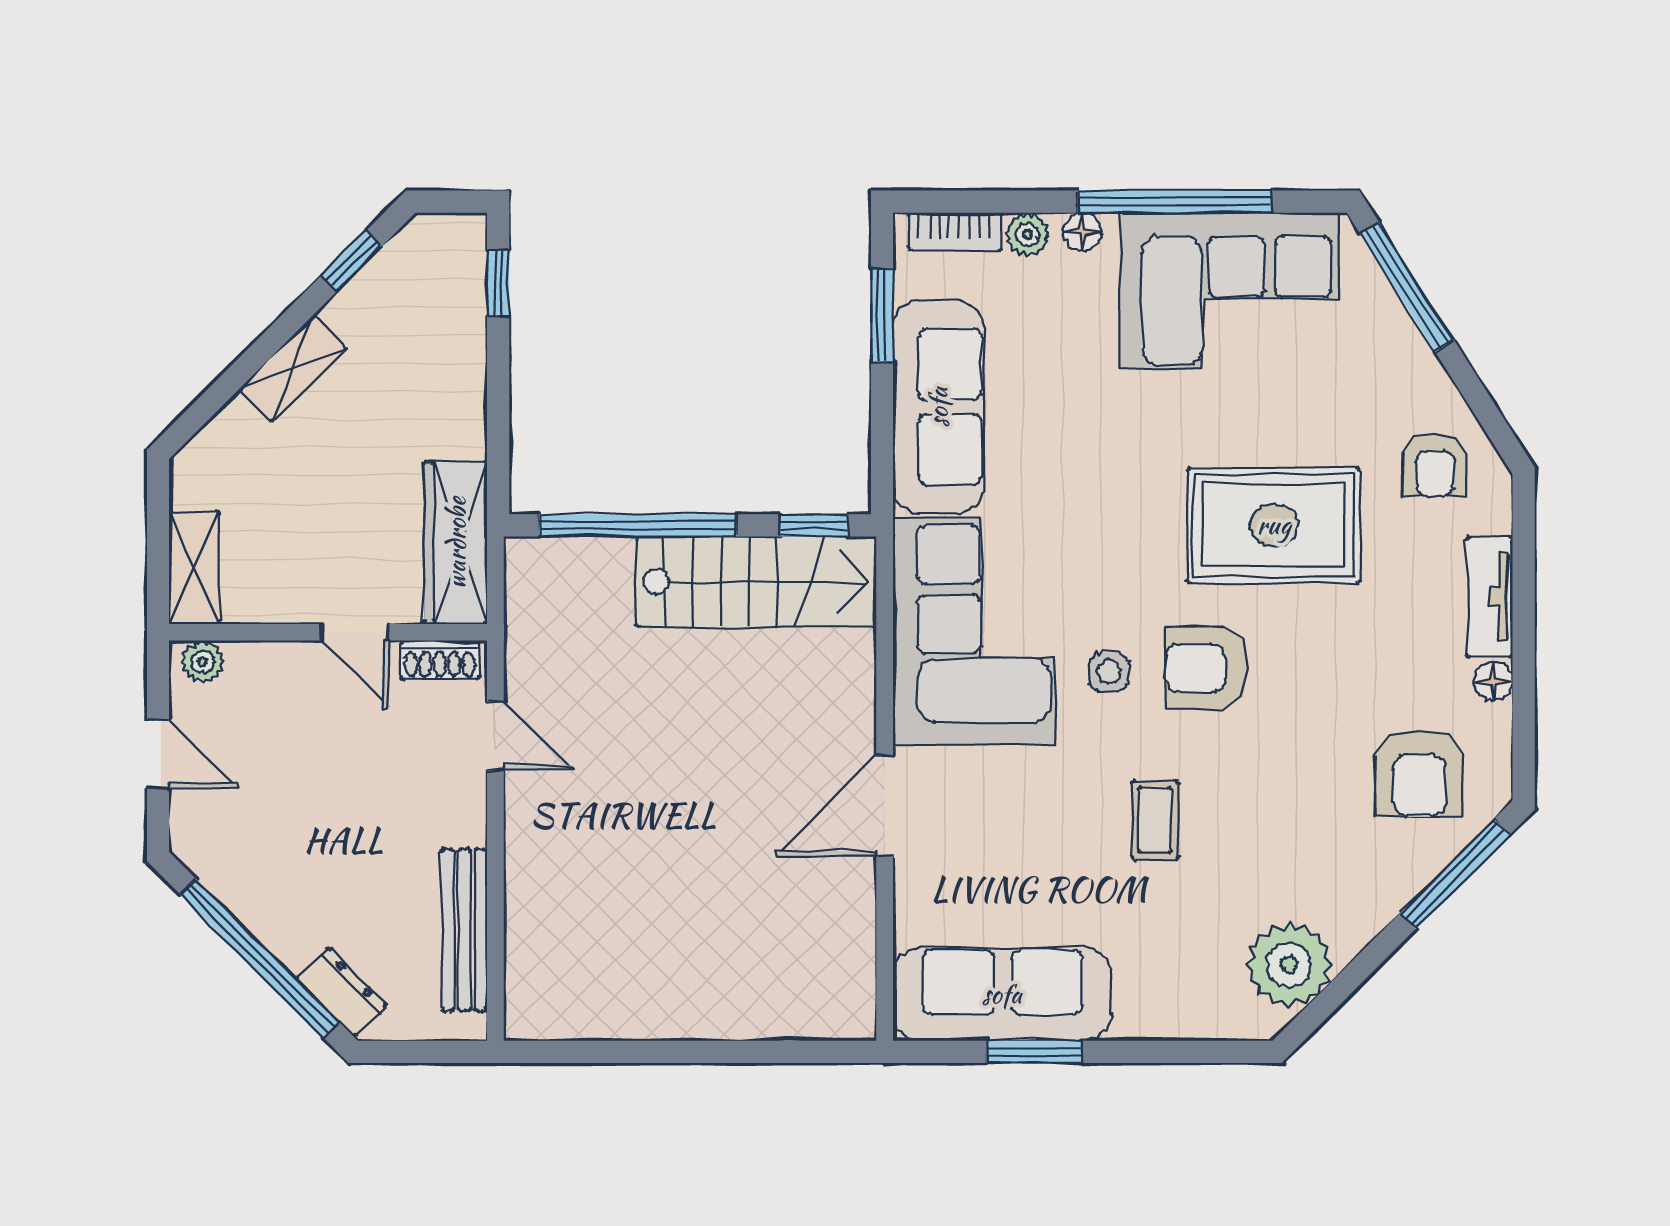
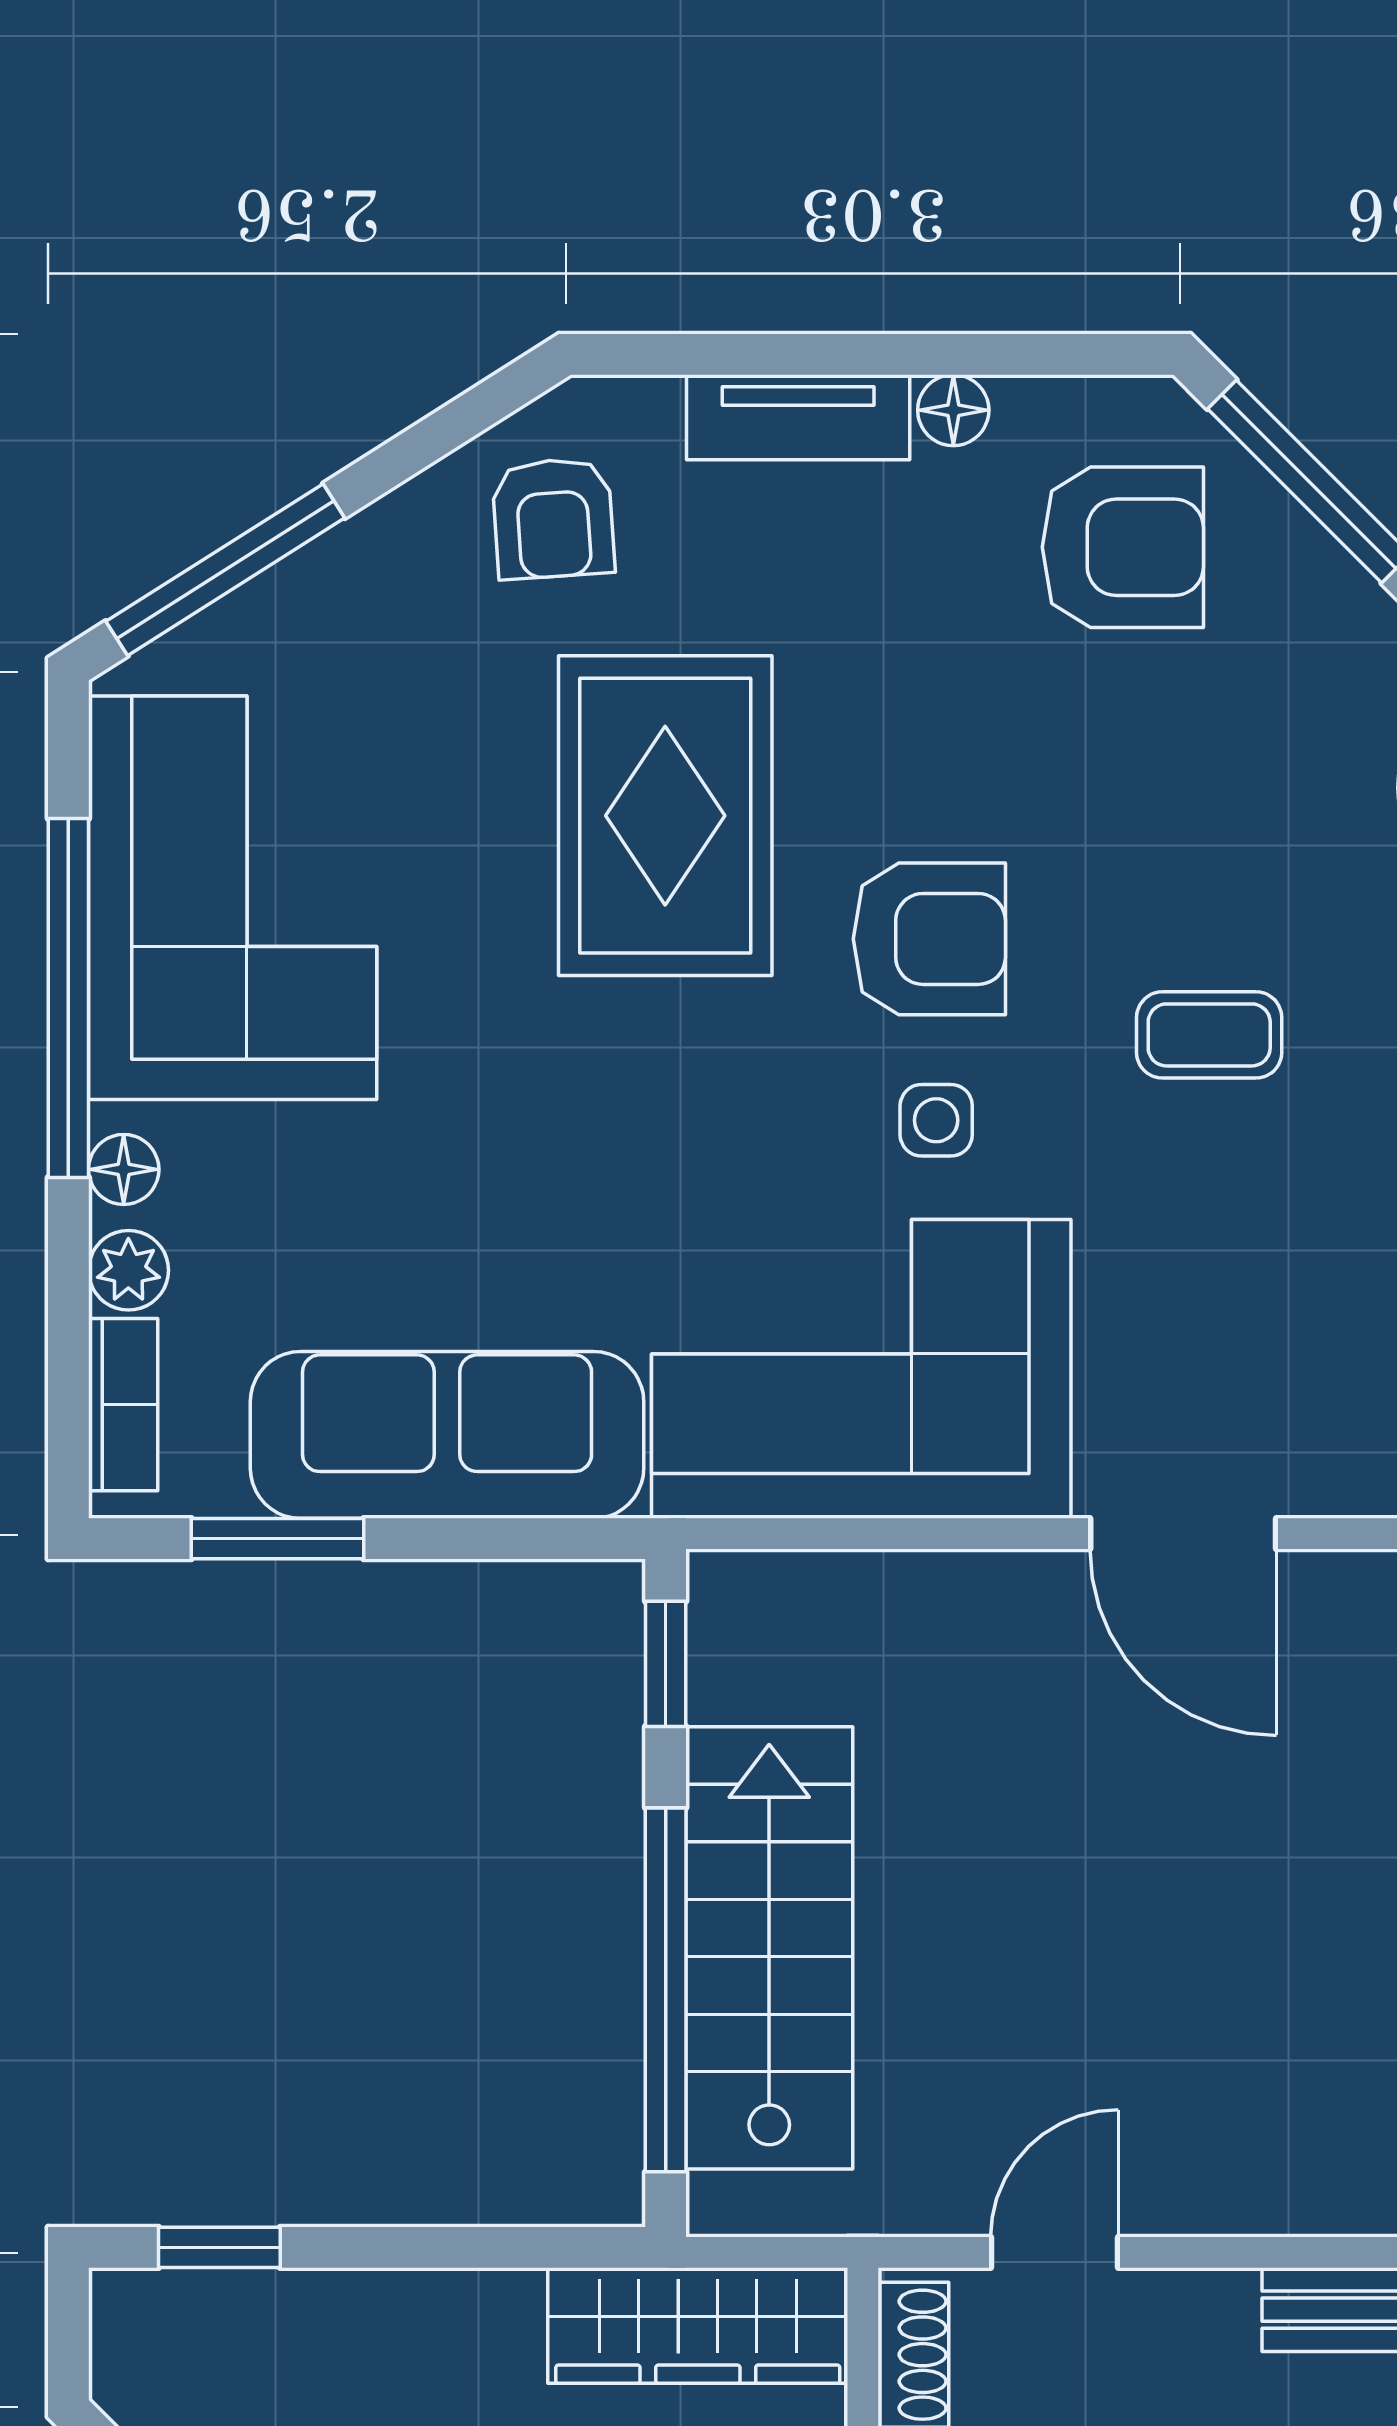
armchair: (1435, 464) -> (553, 518), turned 86
stairs: (757, 582) -> (769, 1948), moved
armchair: (1207, 668) -> (929, 939), turned -90

